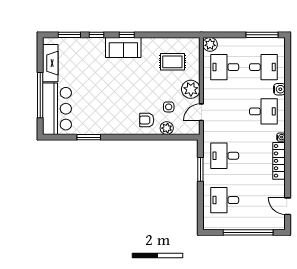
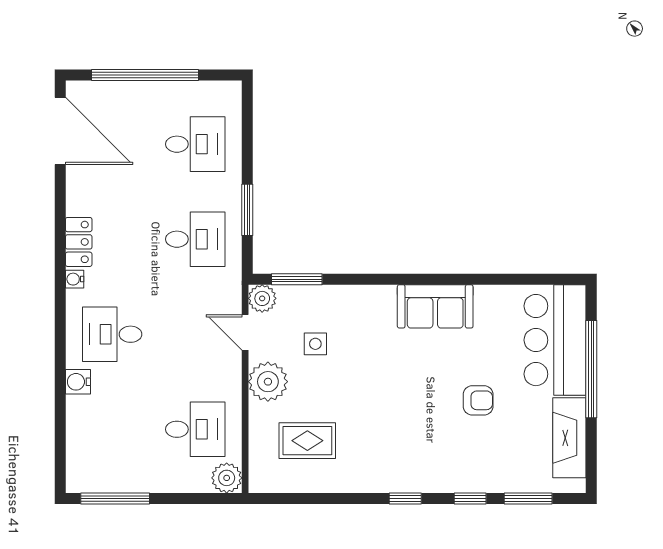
sofa: (123, 47) -> (435, 306), moved, turned 180
desk: (263, 67) -> (112, 429), removed
door: (201, 112) -> (245, 332), swing flipped
armchair: (147, 120) -> (478, 400), moved
plant: (167, 128) -> (262, 298), moved
window: (89, 137) -> (297, 279), moved
locker: (279, 161) -> (79, 242), width x0.66
door: (288, 206) -> (60, 131), width x1.88

